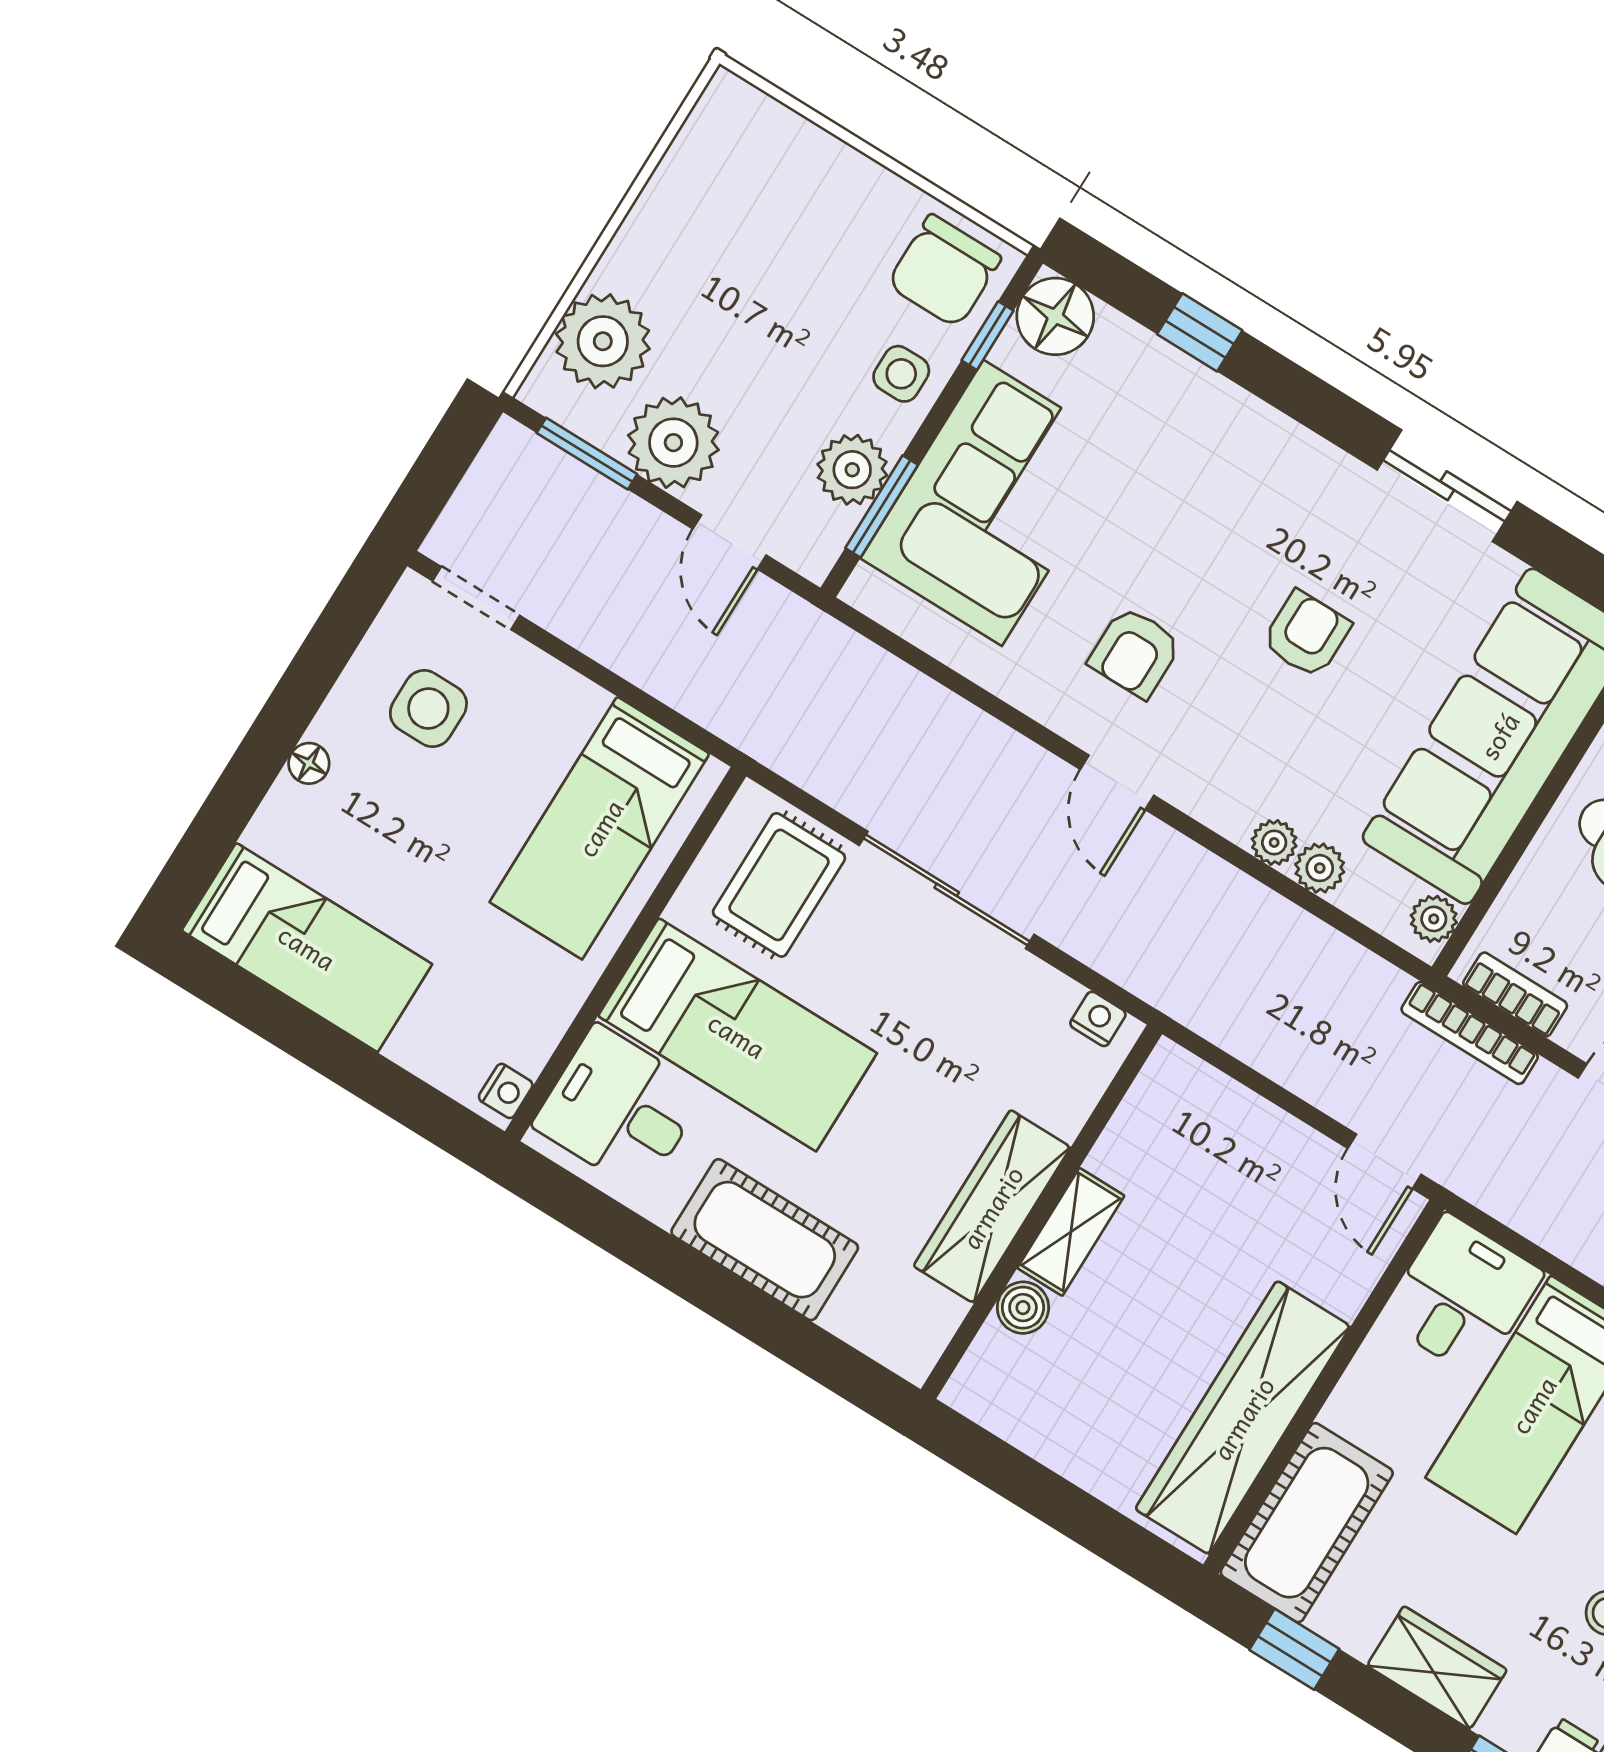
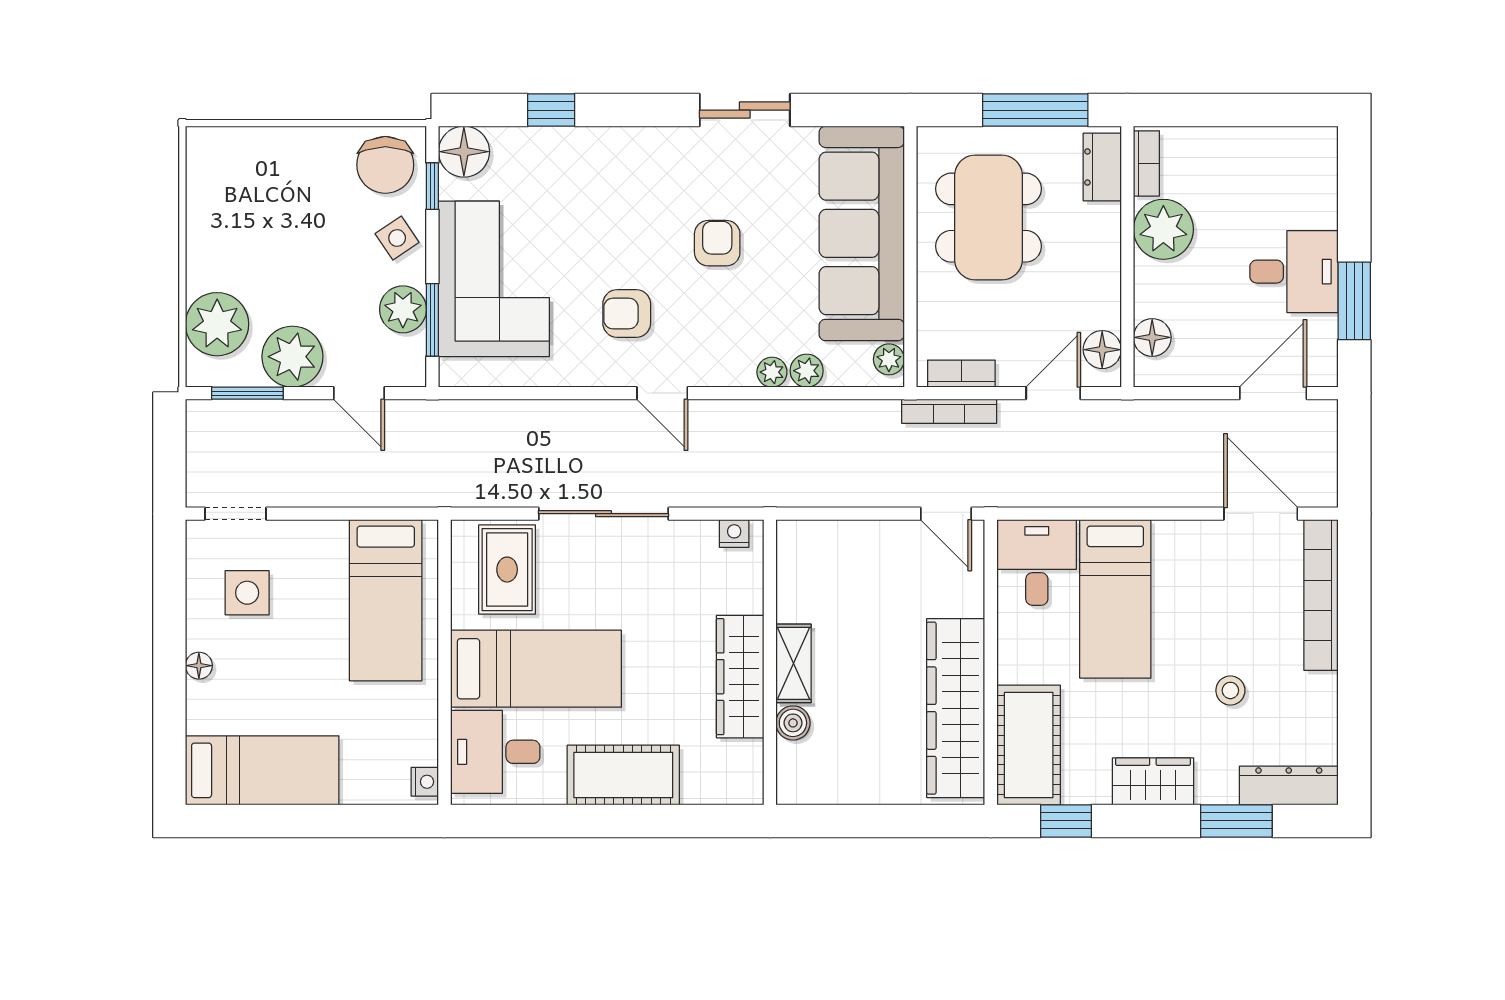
side table: (901, 374) -> (397, 238), turned -34
armchair: (1135, 652) -> (627, 314), turned 90

